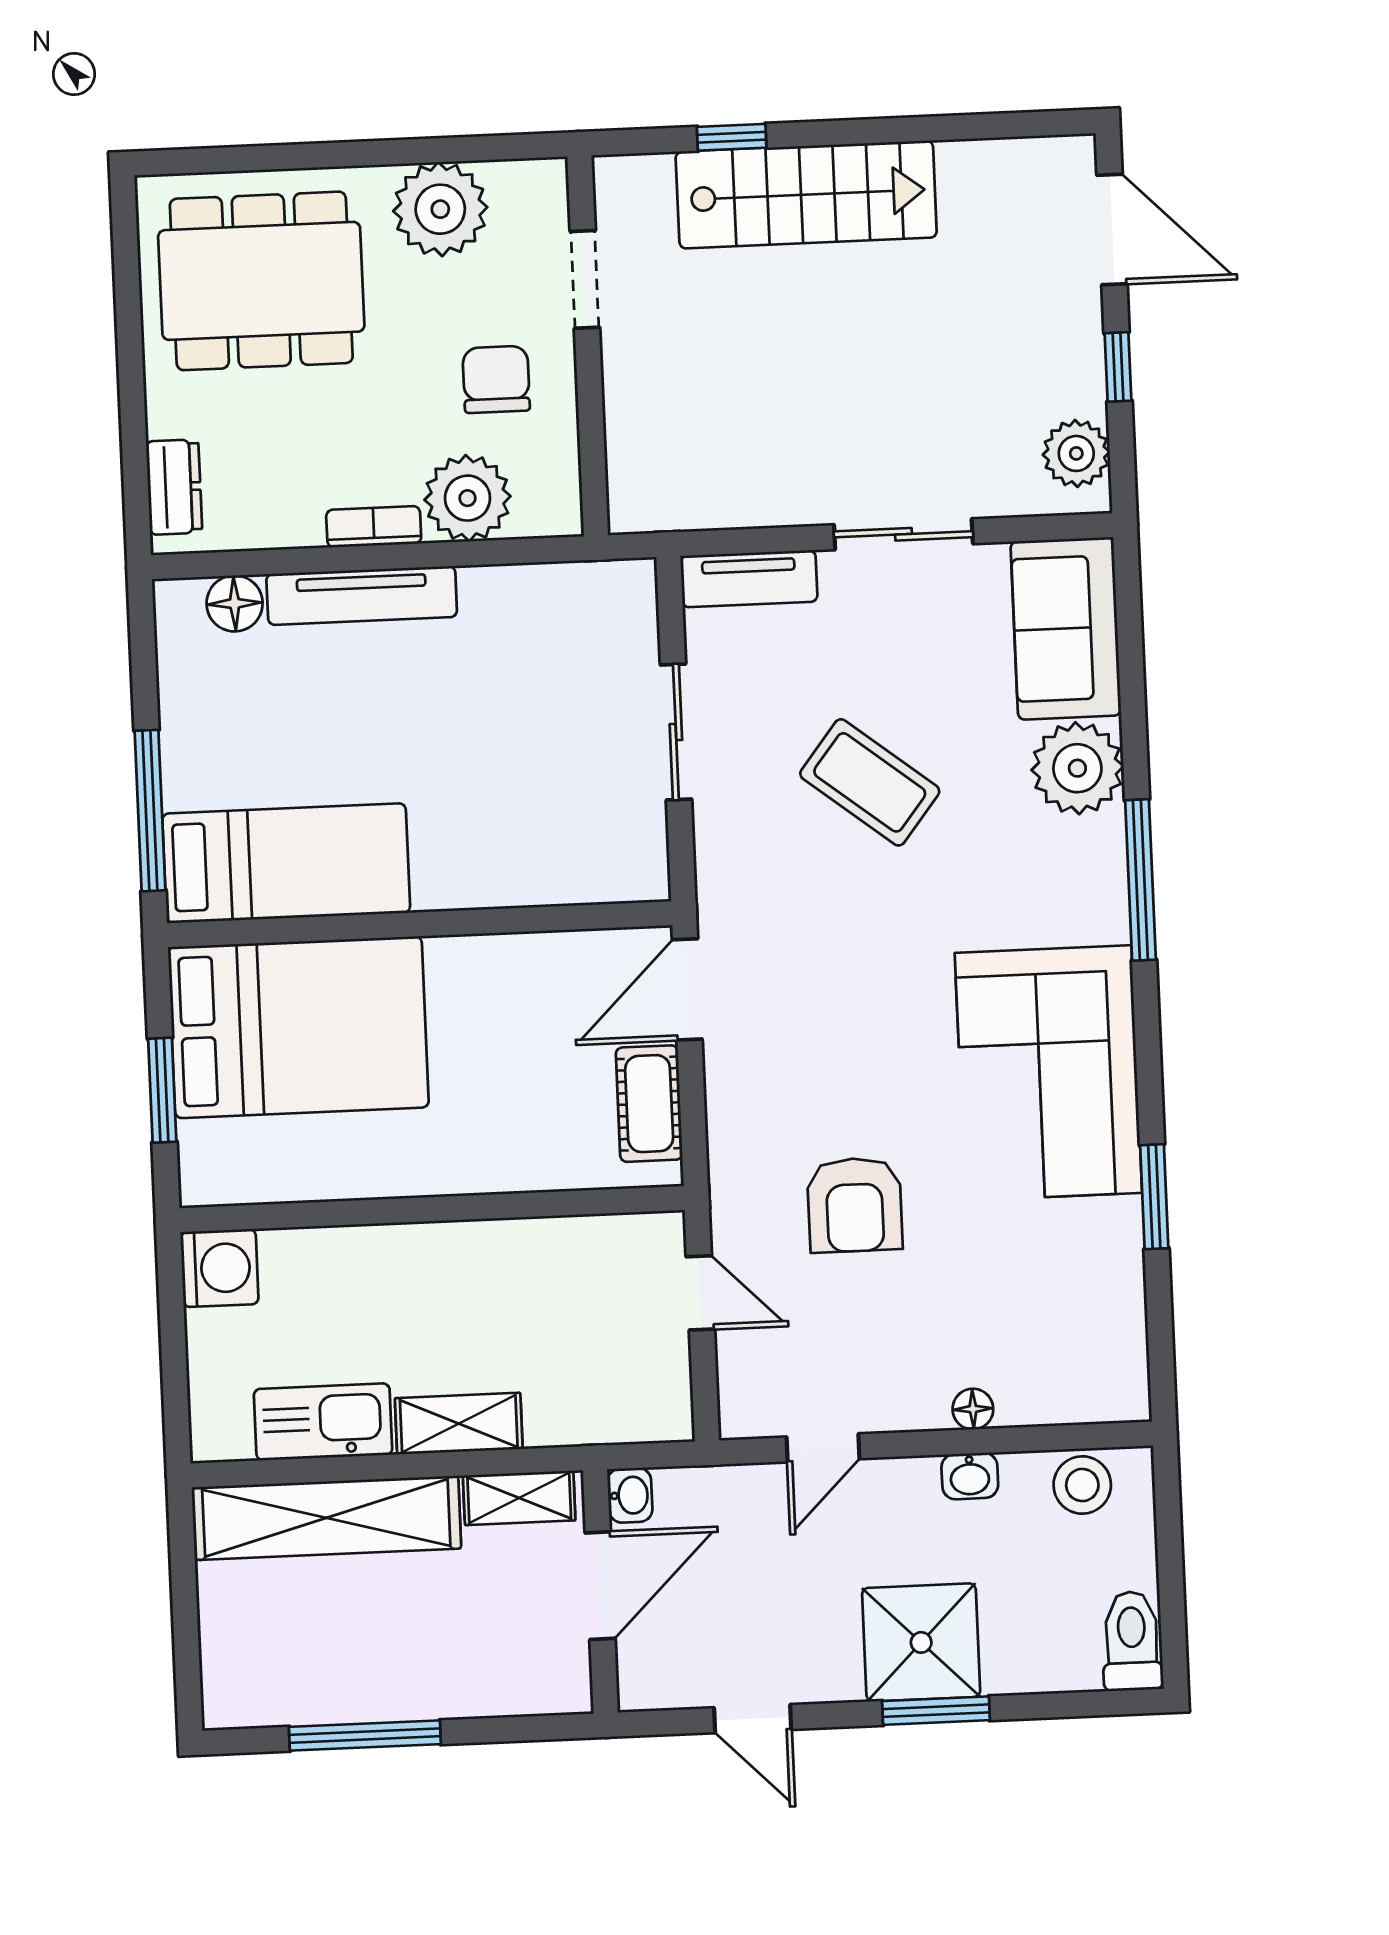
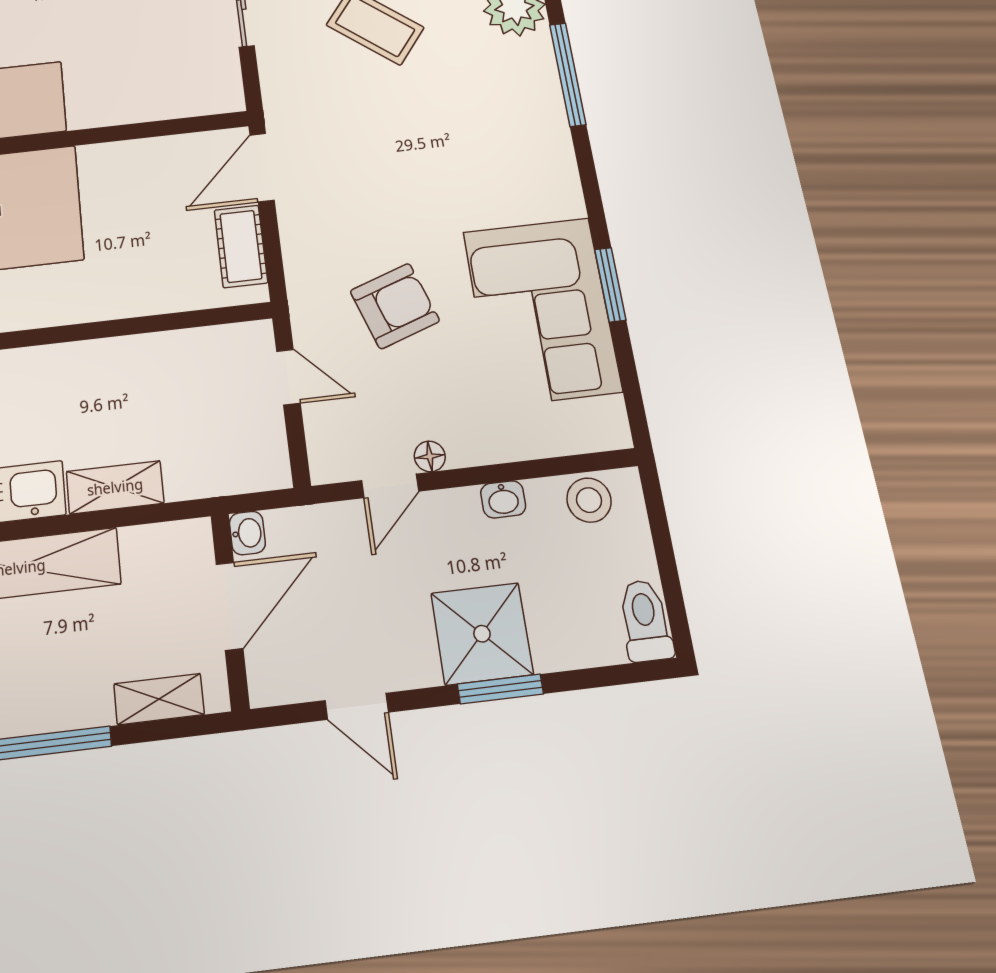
corner sofa: (1048, 1073) -> (542, 311), moved
armchair: (855, 1205) -> (395, 306), turned -109
floor lamp: (973, 1409) -> (430, 456), moved
shelving: (519, 1498) -> (159, 699), moved

